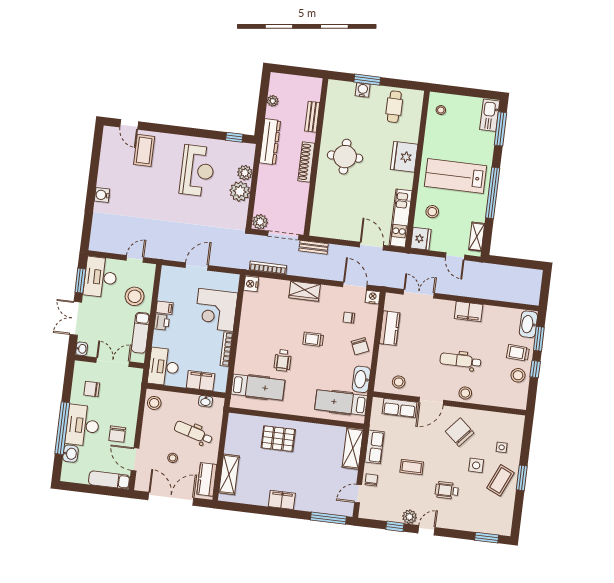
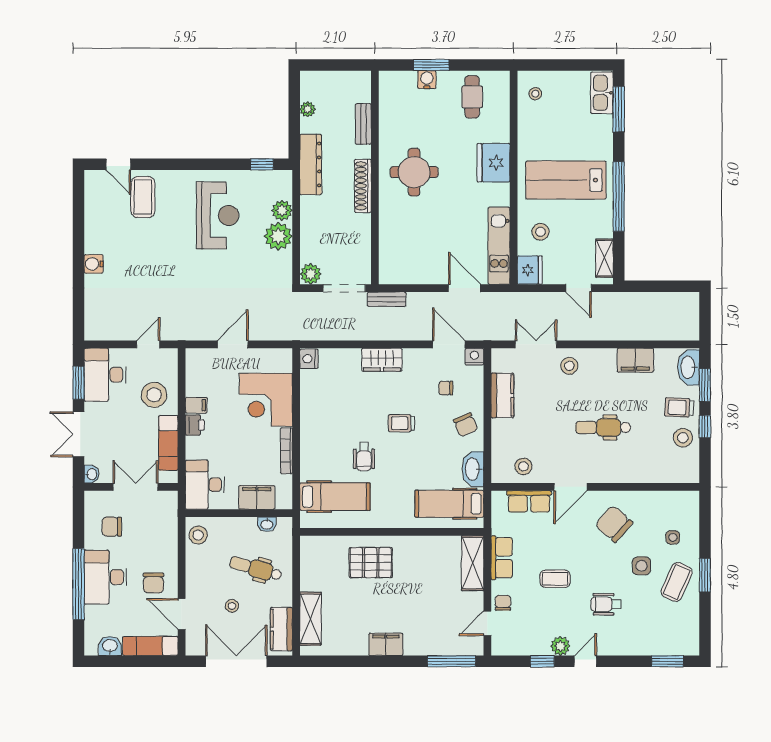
bookcase: (268, 268) -> (329, 334), removed
filing cabinet: (469, 312) -> (635, 360), moved
stool: (465, 393) -> (569, 366), moved
washbasin: (70, 454) -> (110, 646), moved, turned -90

